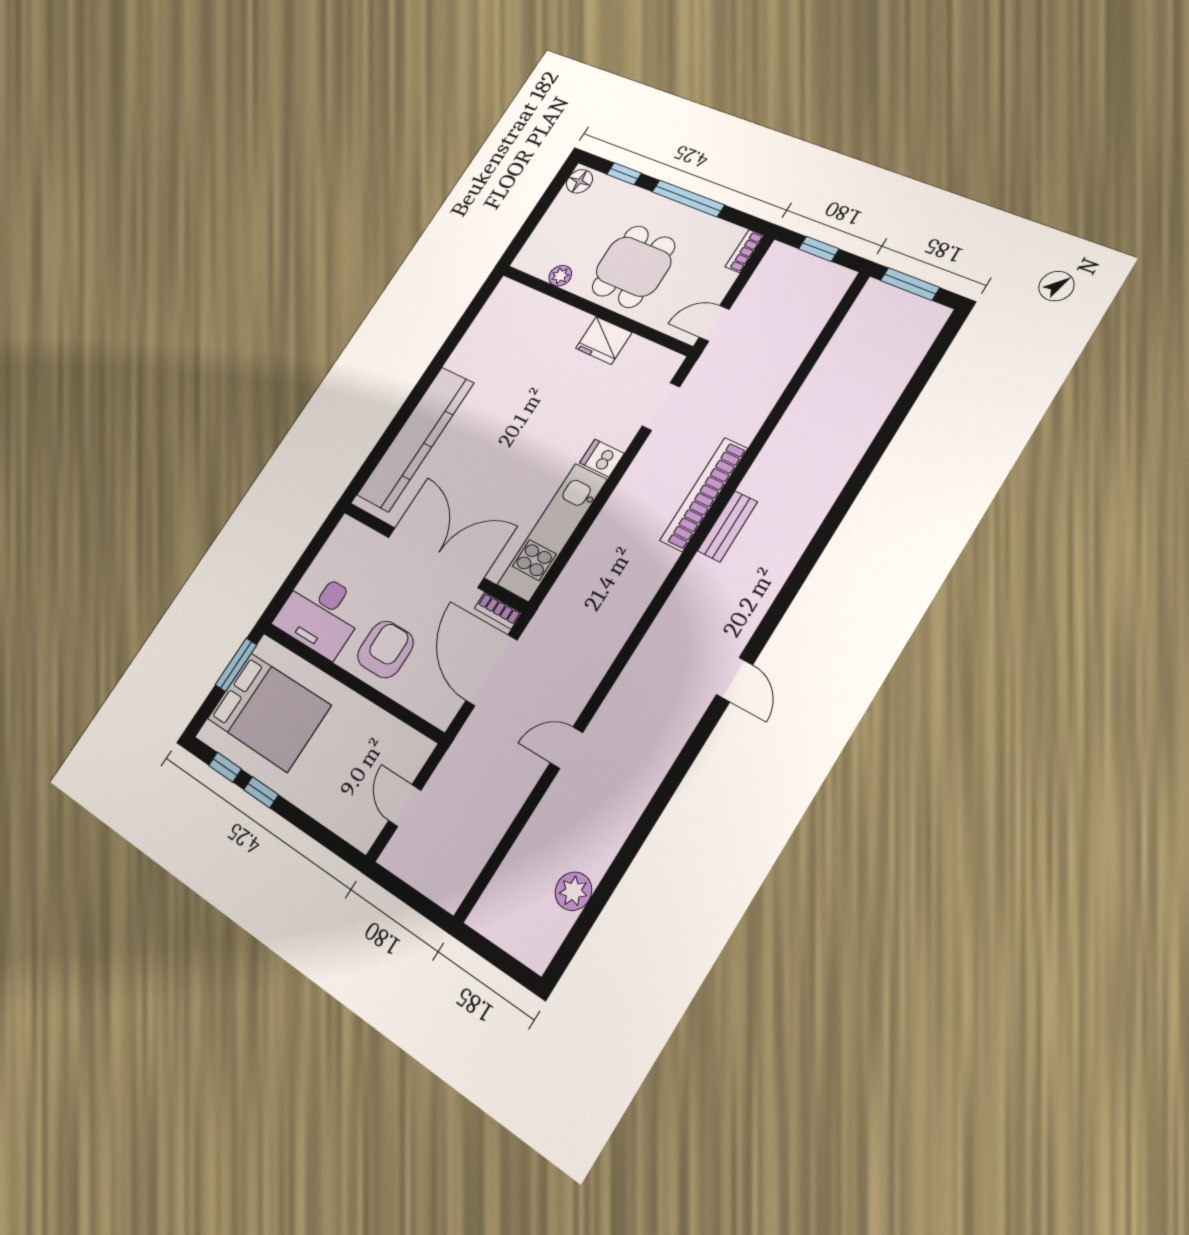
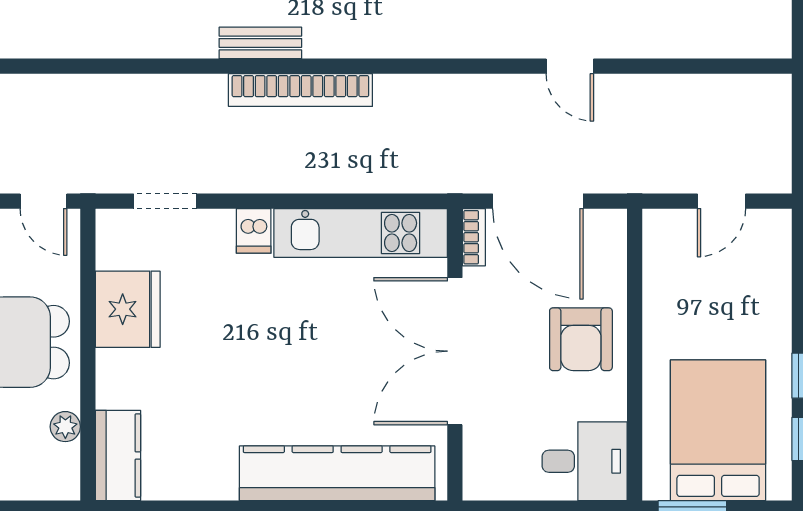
kitchen counter: (520, 302) -> (118, 456), added
fridge: (604, 340) -> (128, 309), width x1.36, depth x1.34
bookcase: (704, 494) -> (300, 90), moved
desk: (321, 614) -> (585, 461), width x0.73
armchair: (385, 649) -> (581, 339), turned -90
door: (492, 670) -> (538, 201), hinge flipped

